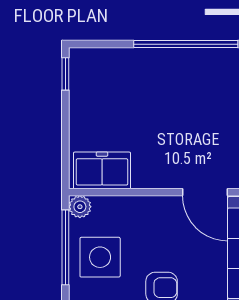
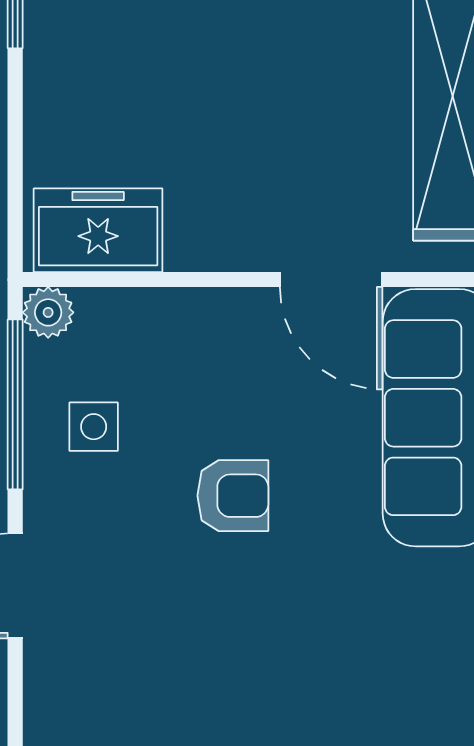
side table: (100, 257) -> (94, 427), width x0.54, depth x0.54

